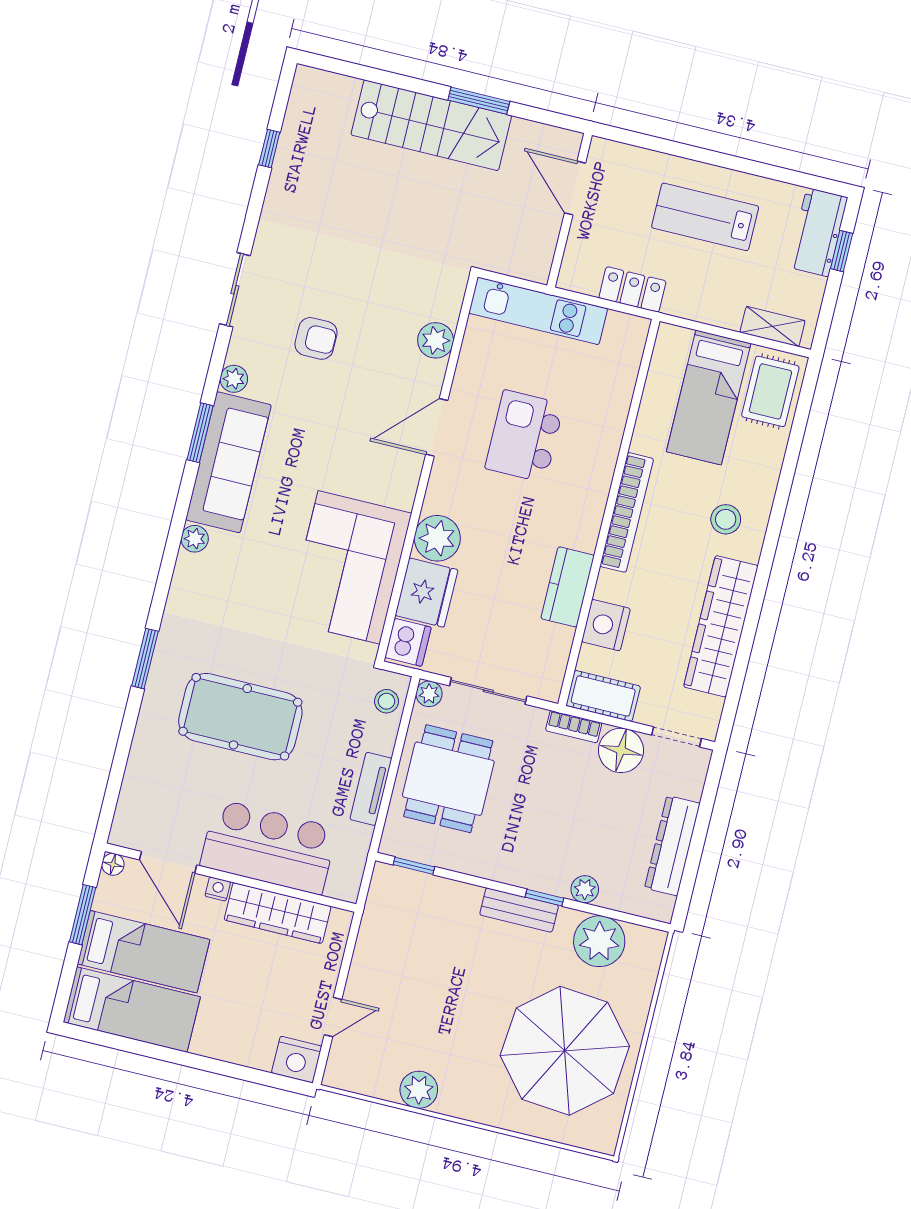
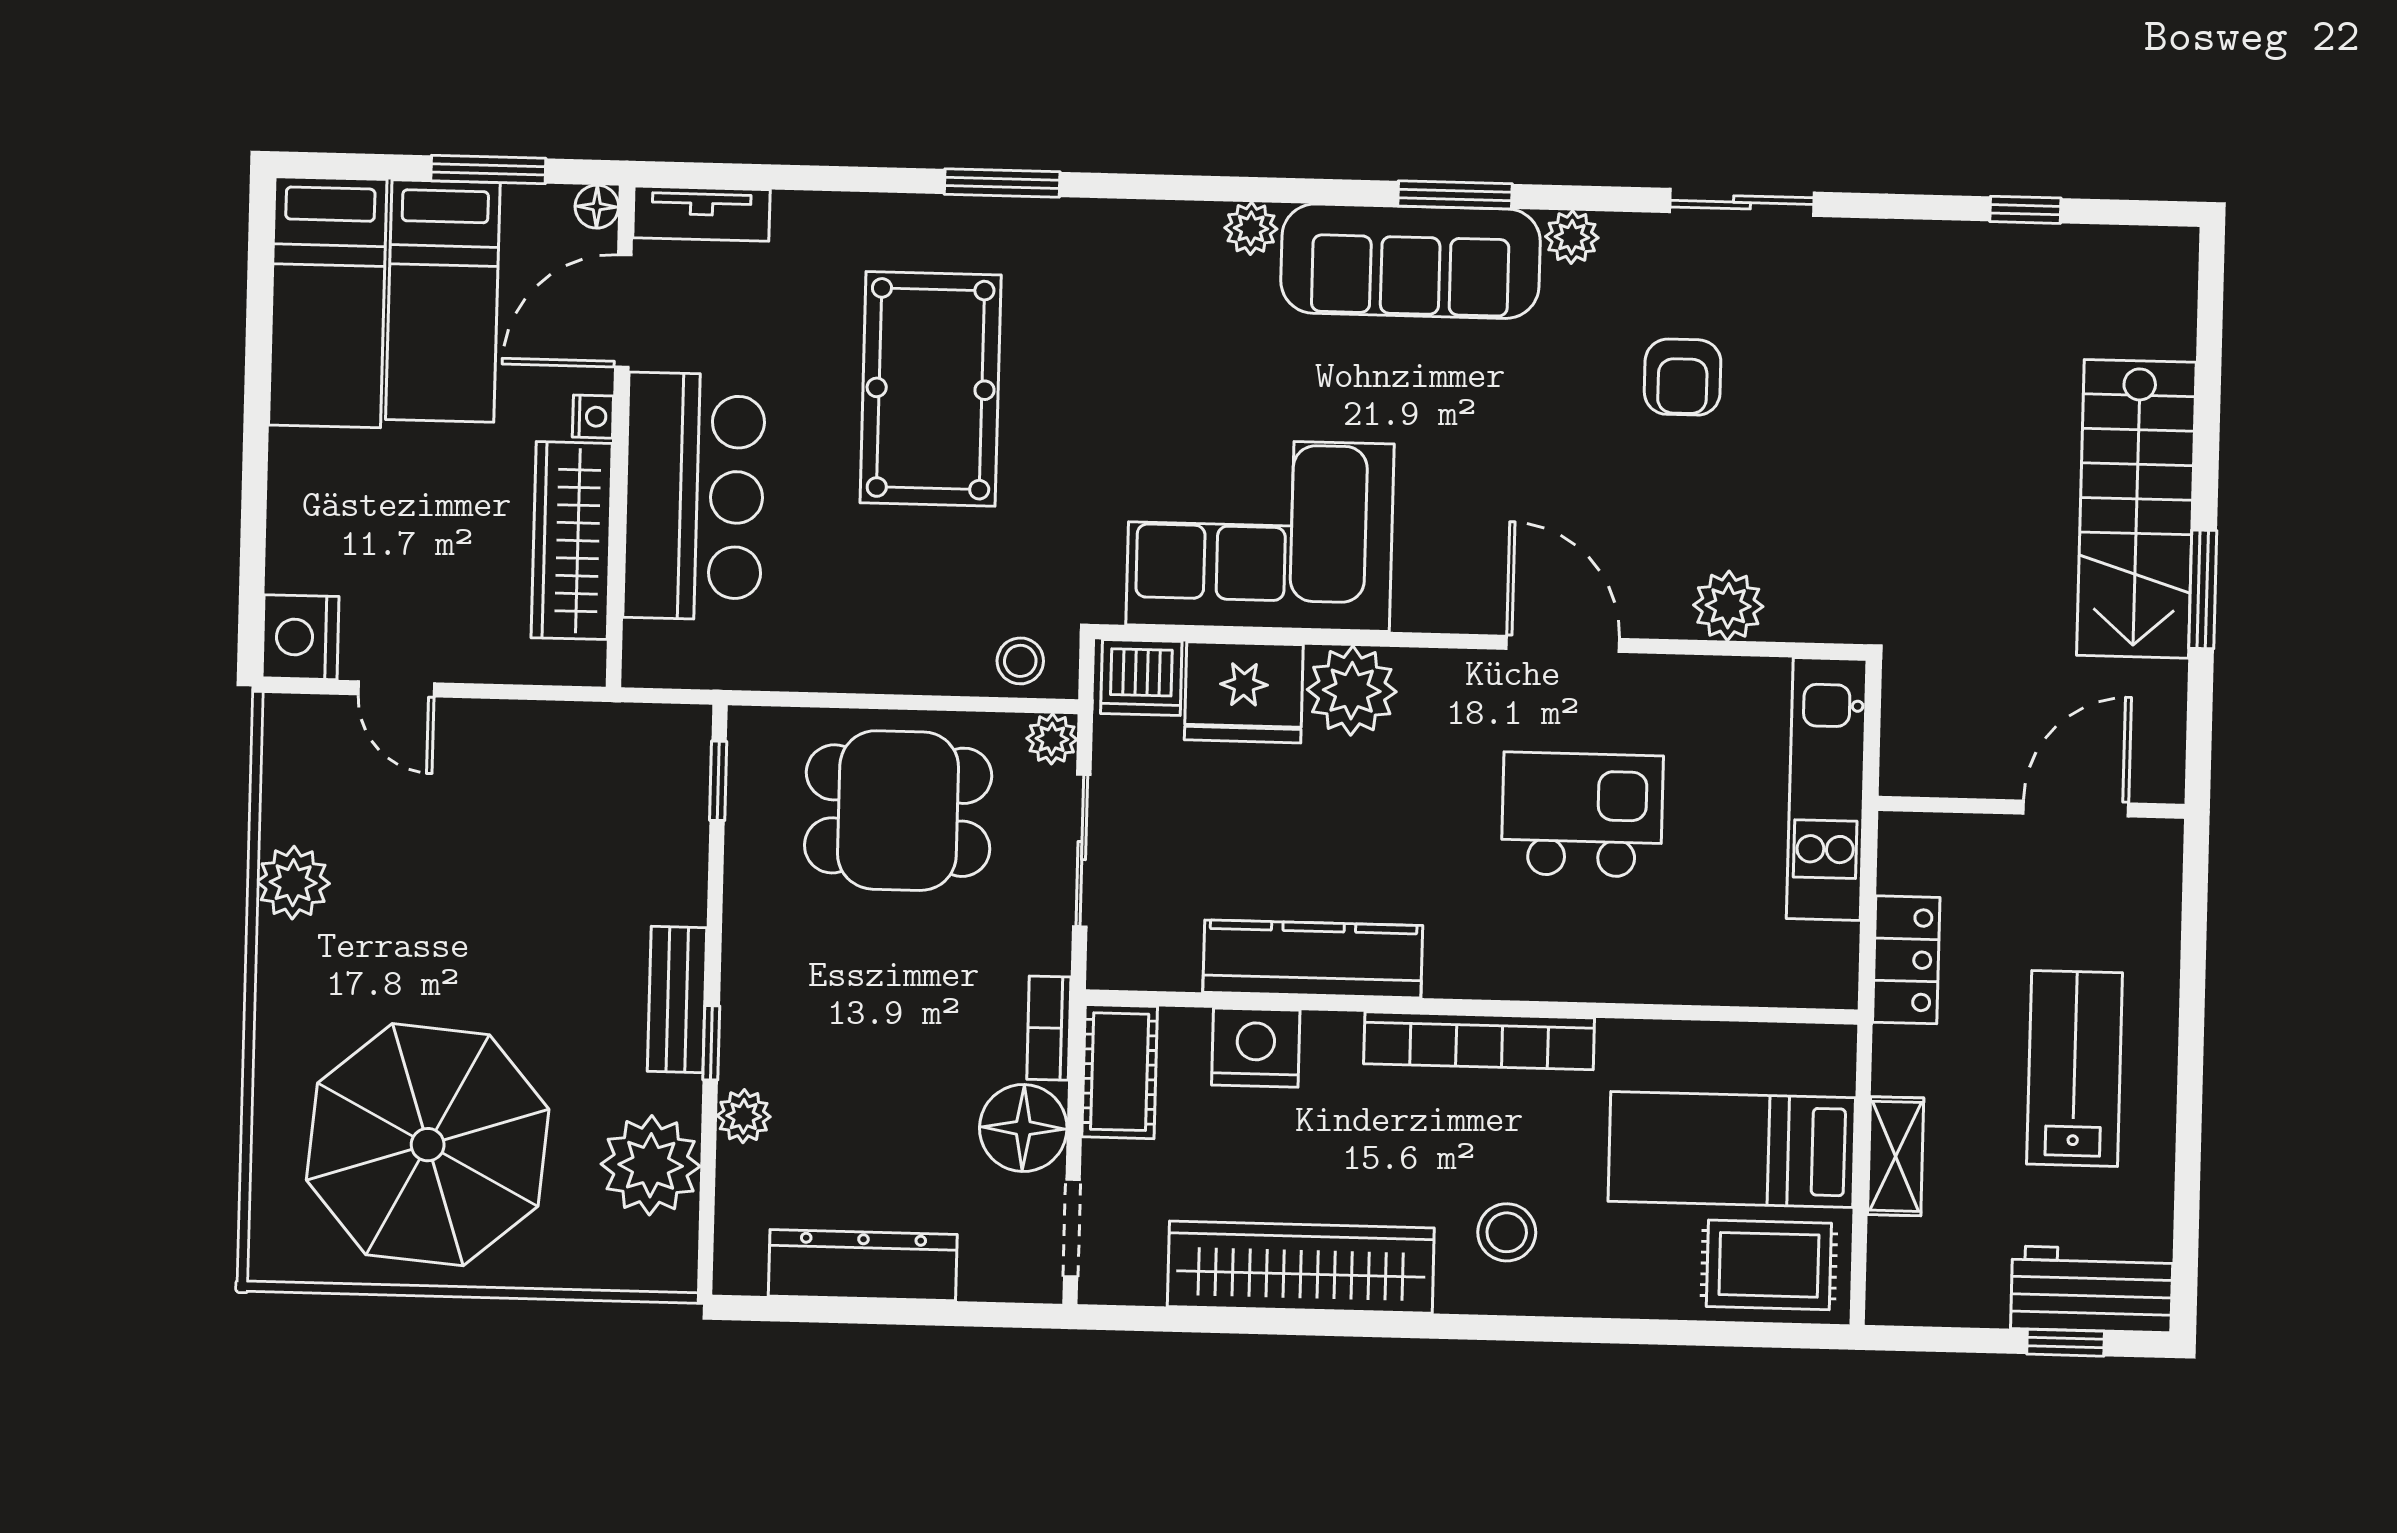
shelving: (773, 327) -> (1896, 1156), moved
kitchen counter: (568, 587) -> (1313, 959), width x1.50
tv unit: (371, 789) -> (701, 214), moved, turned 180

